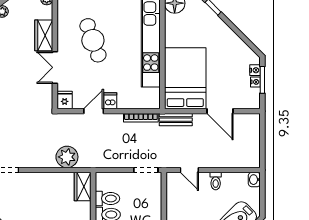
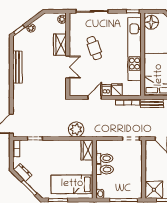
cafe table: (93, 40) -> (94, 48), width x0.73, depth x0.74
double door: (55, 67) -> (68, 67), swing flipped
fridge: (65, 100) -> (117, 90), moved

